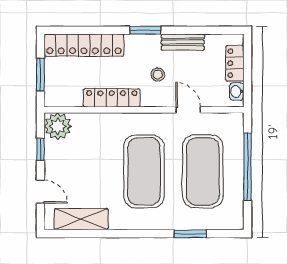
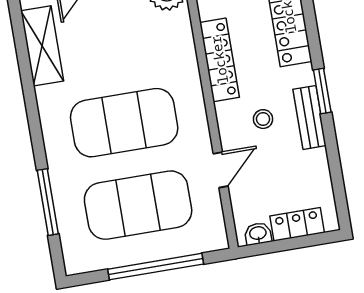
bench: (183, 42) -> (310, 117), moved
window: (190, 234) -> (48, 202), width x1.44

